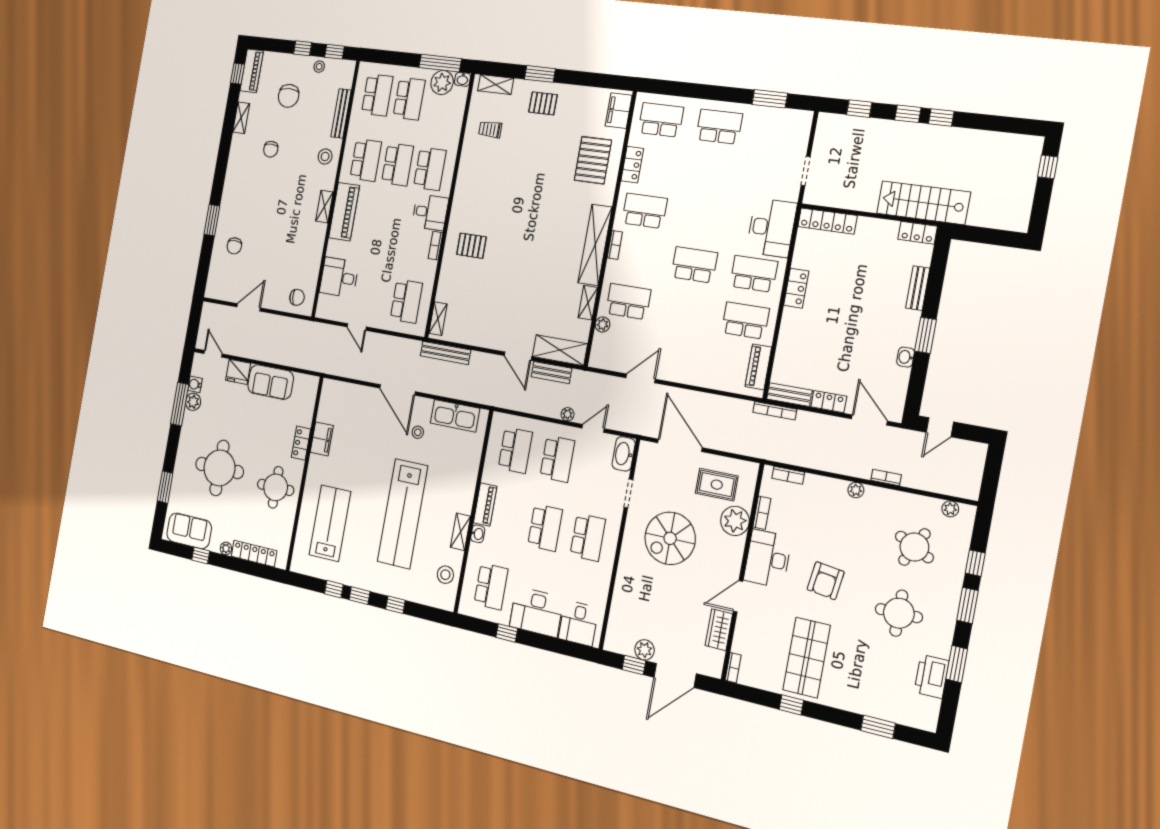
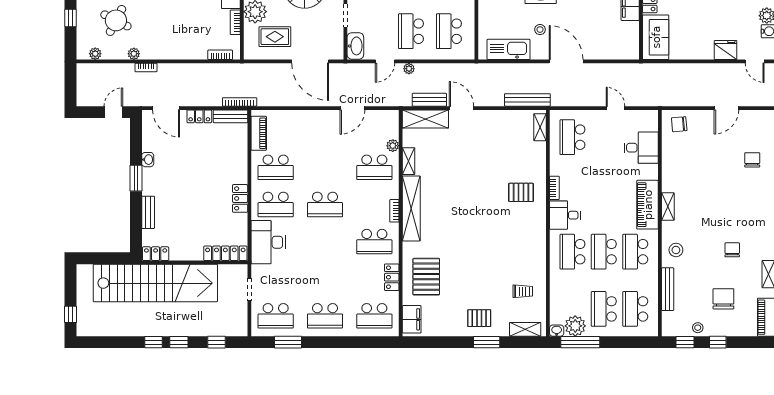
school desk: (779, 134) -> (276, 316), added
stairs: (923, 203) -> (155, 283), width x1.86, depth x1.51
sofa: (271, 382) -> (656, 37), moved, turned 90
plant: (856, 490) -> (134, 54), moved

